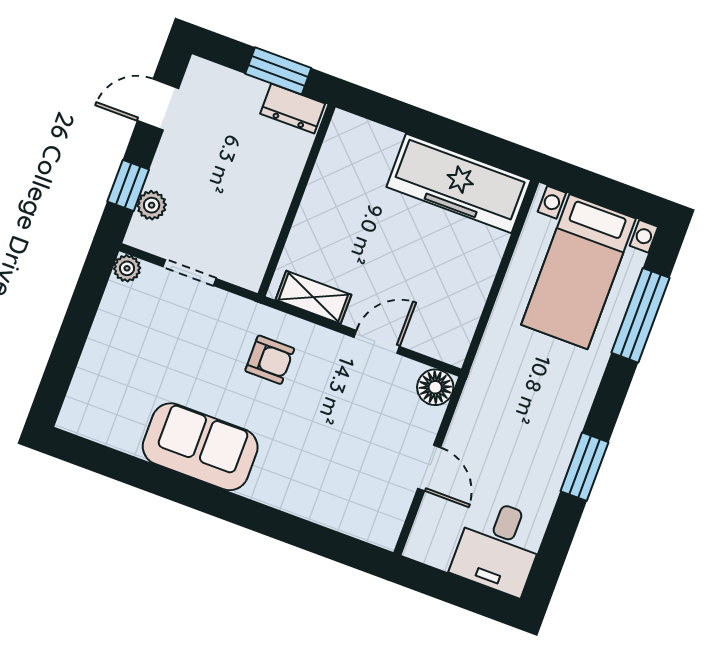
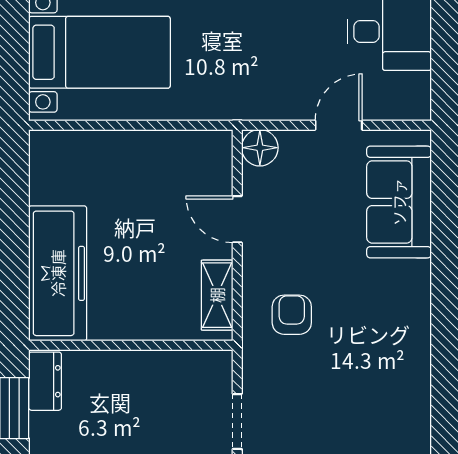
freezer: (459, 183) -> (58, 273), moved
sofa: (200, 447) -> (399, 202), moved

